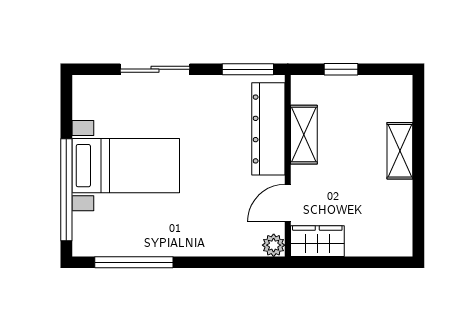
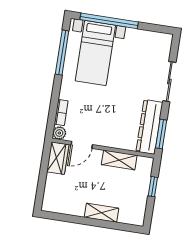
dresser: (268, 129) -> (149, 127), moved, turned -90
bed with nightstands: (126, 166) -> (95, 53), moved
door: (288, 203) -> (82, 145), swing flipped
bookcase: (238, 248) -> (61, 113), added

